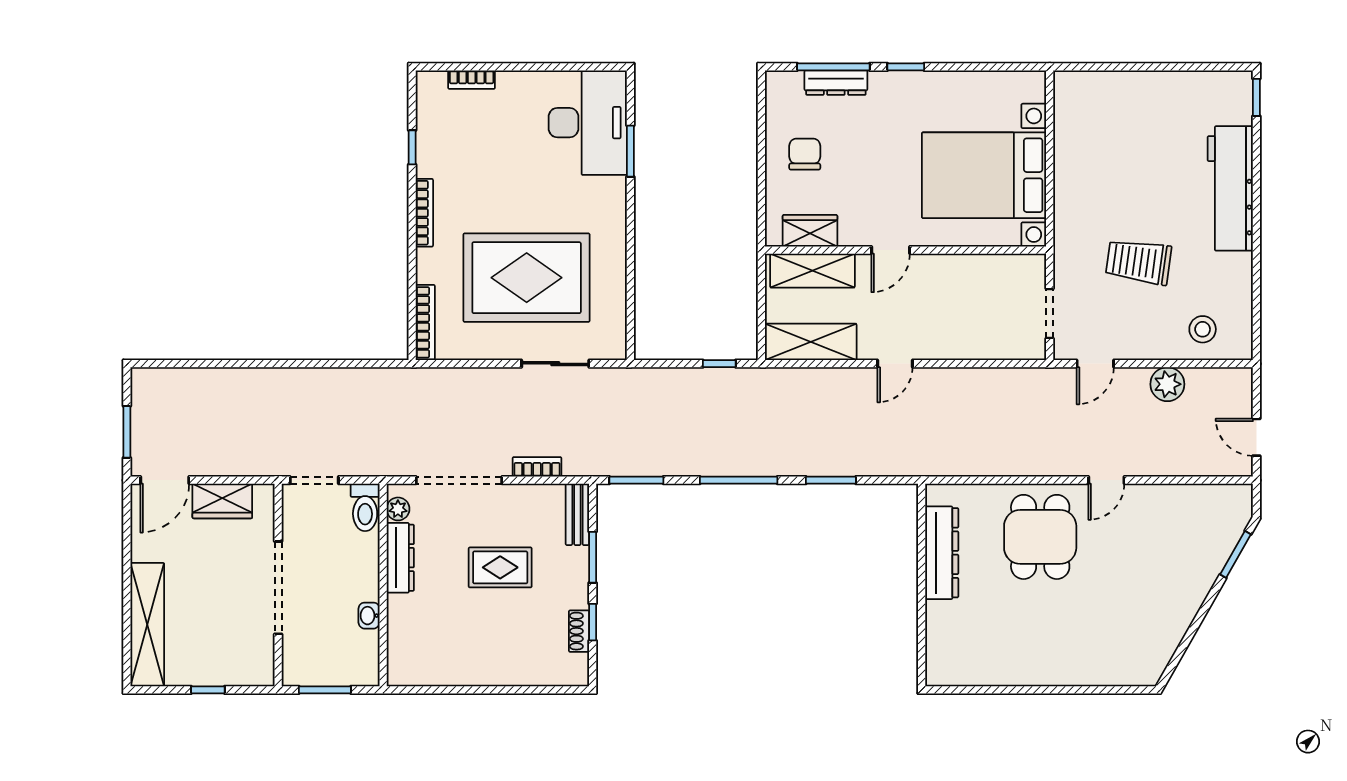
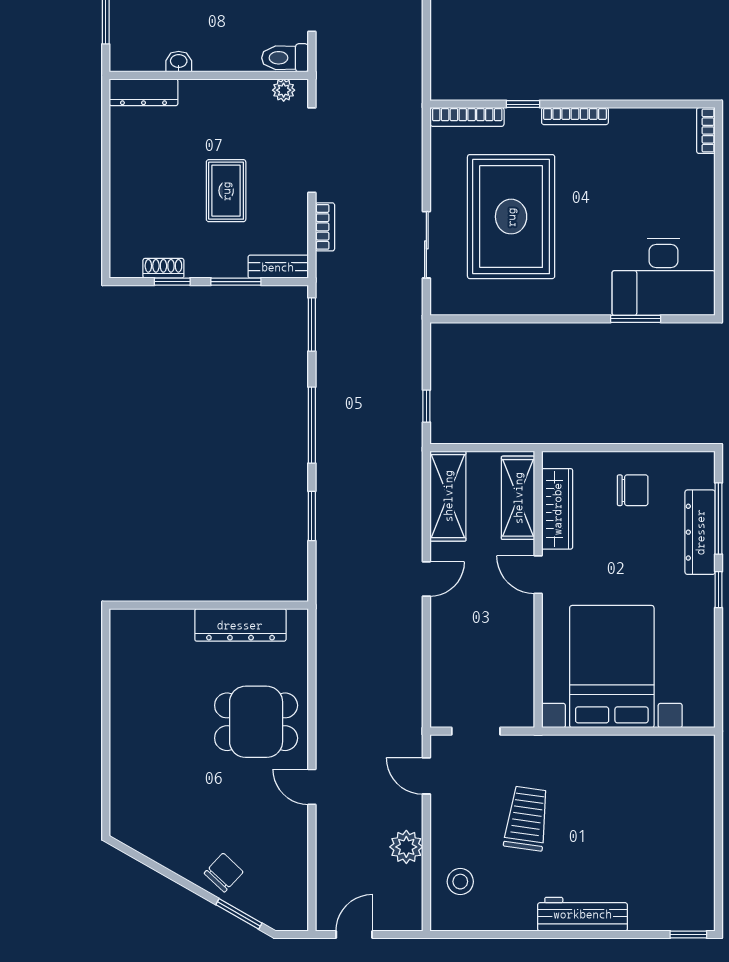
bookcase: (472, 80) -> (706, 130), moved
dresser: (836, 83) -> (700, 532), width x1.37, depth x1.24
window: (412, 147) -> (523, 104), moved
workbench: (1230, 188) -> (583, 914), width x0.73, depth x0.76
wardrobe: (810, 231) -> (557, 509), width x1.50
door: (895, 364) -> (426, 579), swing flipped
dresser: (400, 558) -> (143, 92), moved
chair: (1193, 570) -> (224, 873), added

